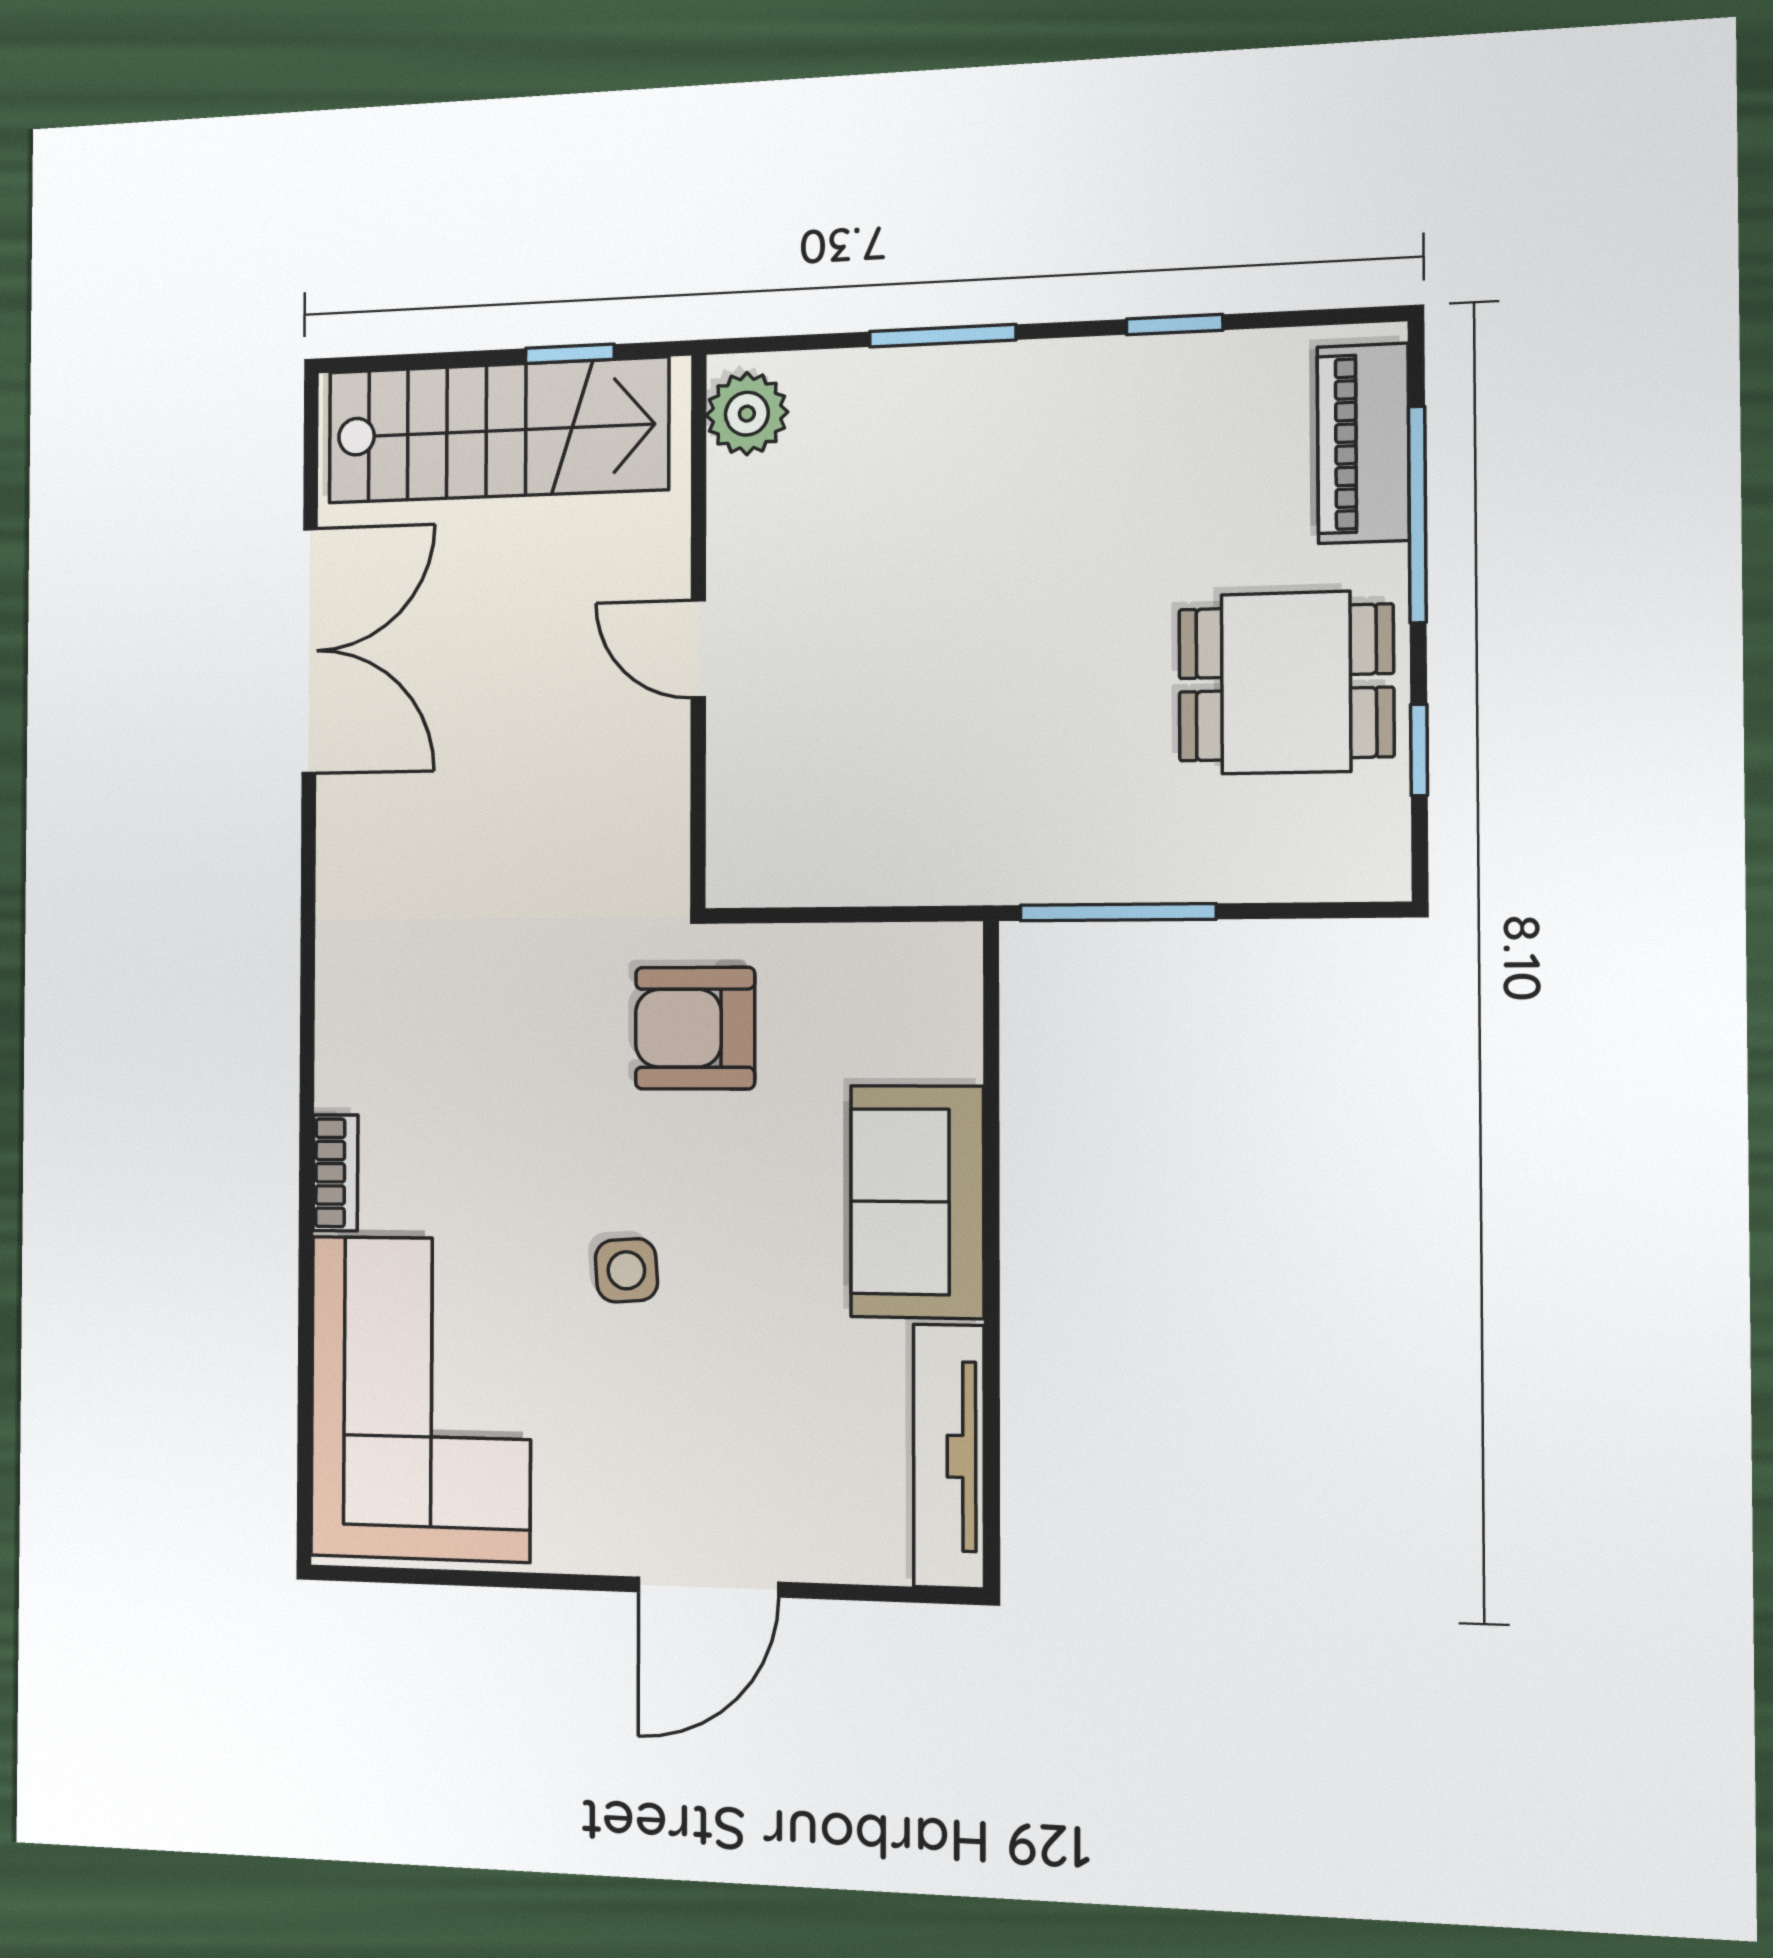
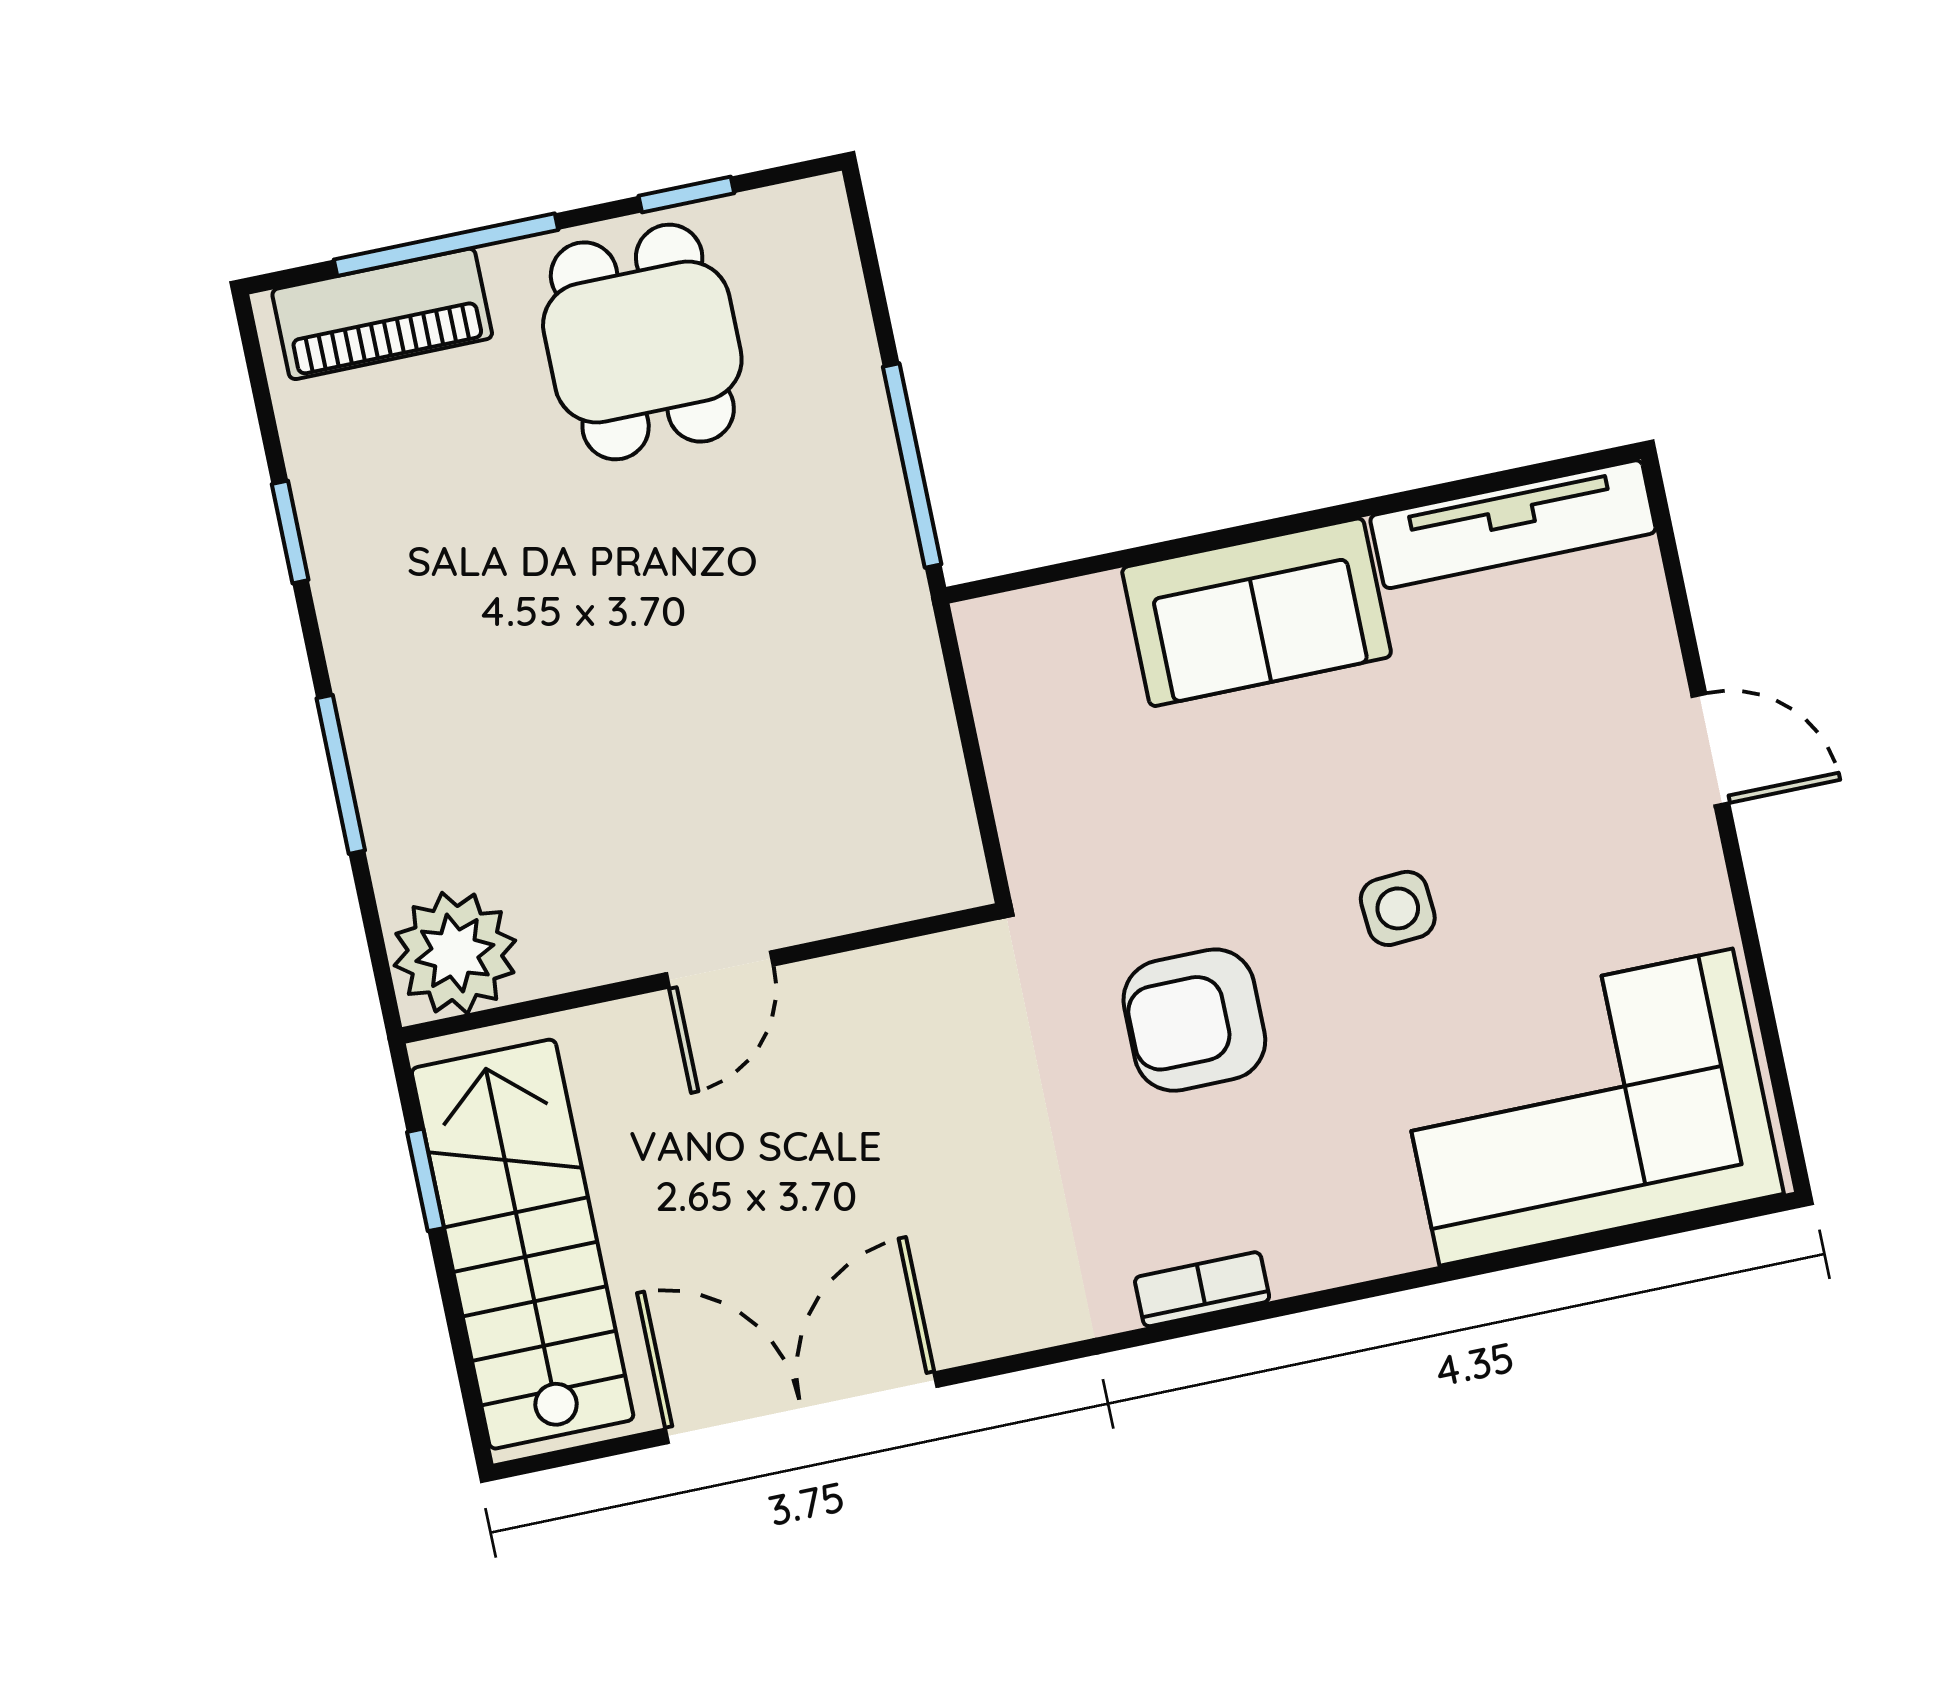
plant: (747, 414) -> (455, 953), width x1.36, depth x1.36
armchair: (695, 1028) -> (1194, 1020), moved, turned 90
bookcase: (336, 1173) -> (1202, 1289), moved
door: (708, 1587) -> (1710, 750), width x0.73

